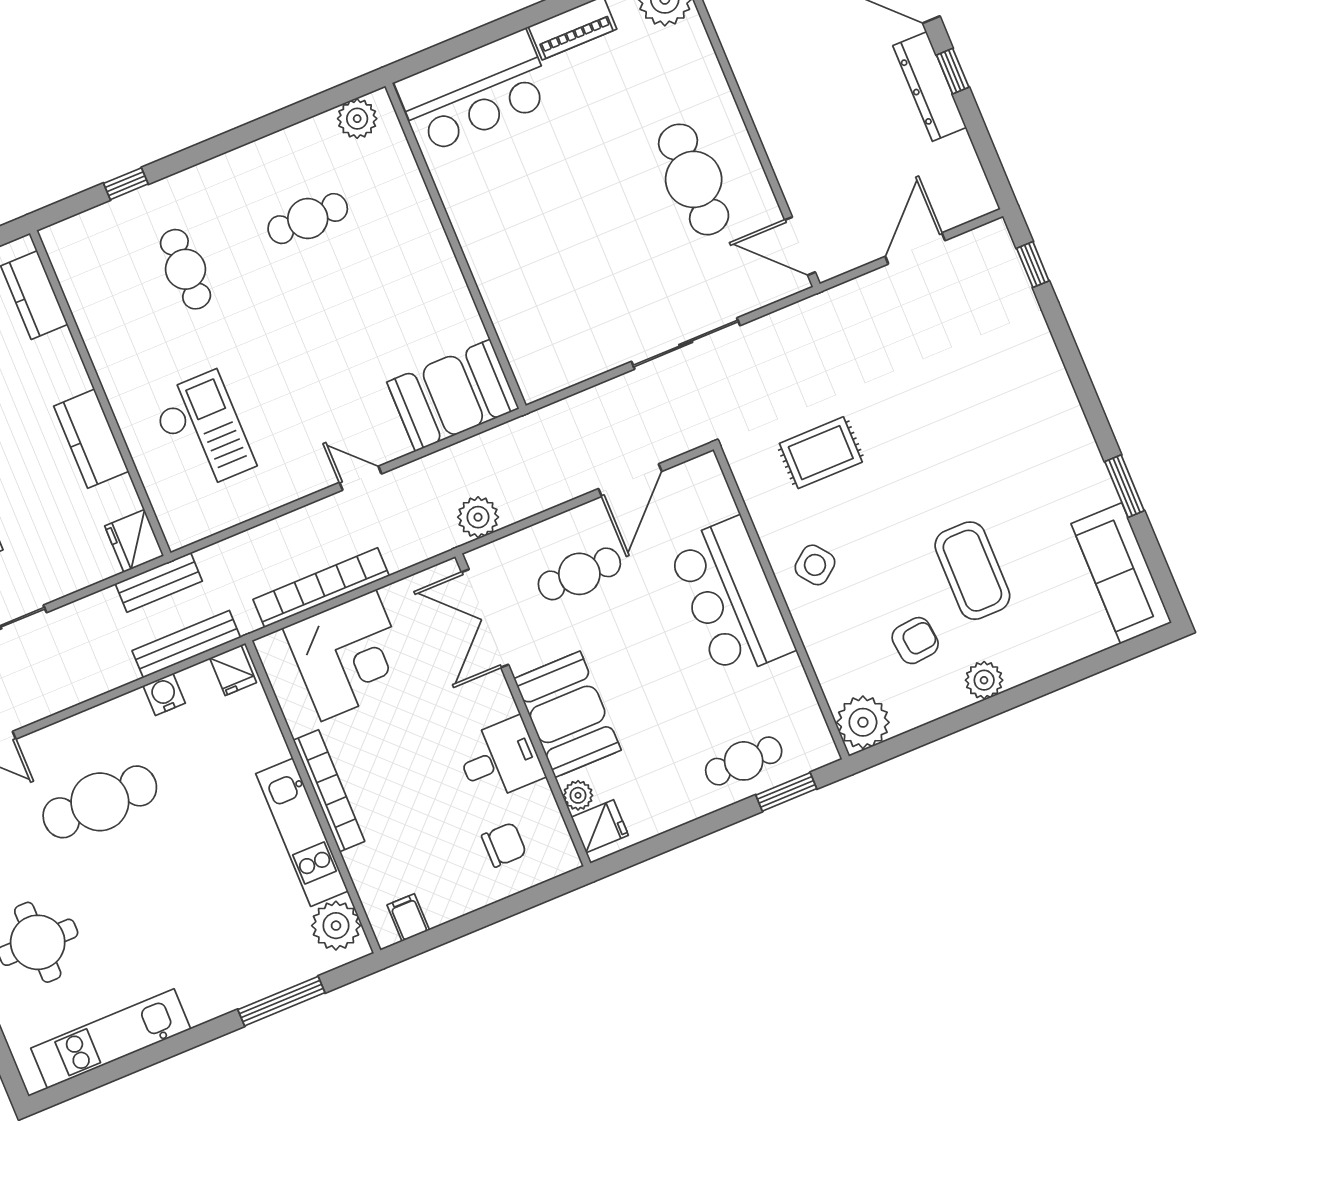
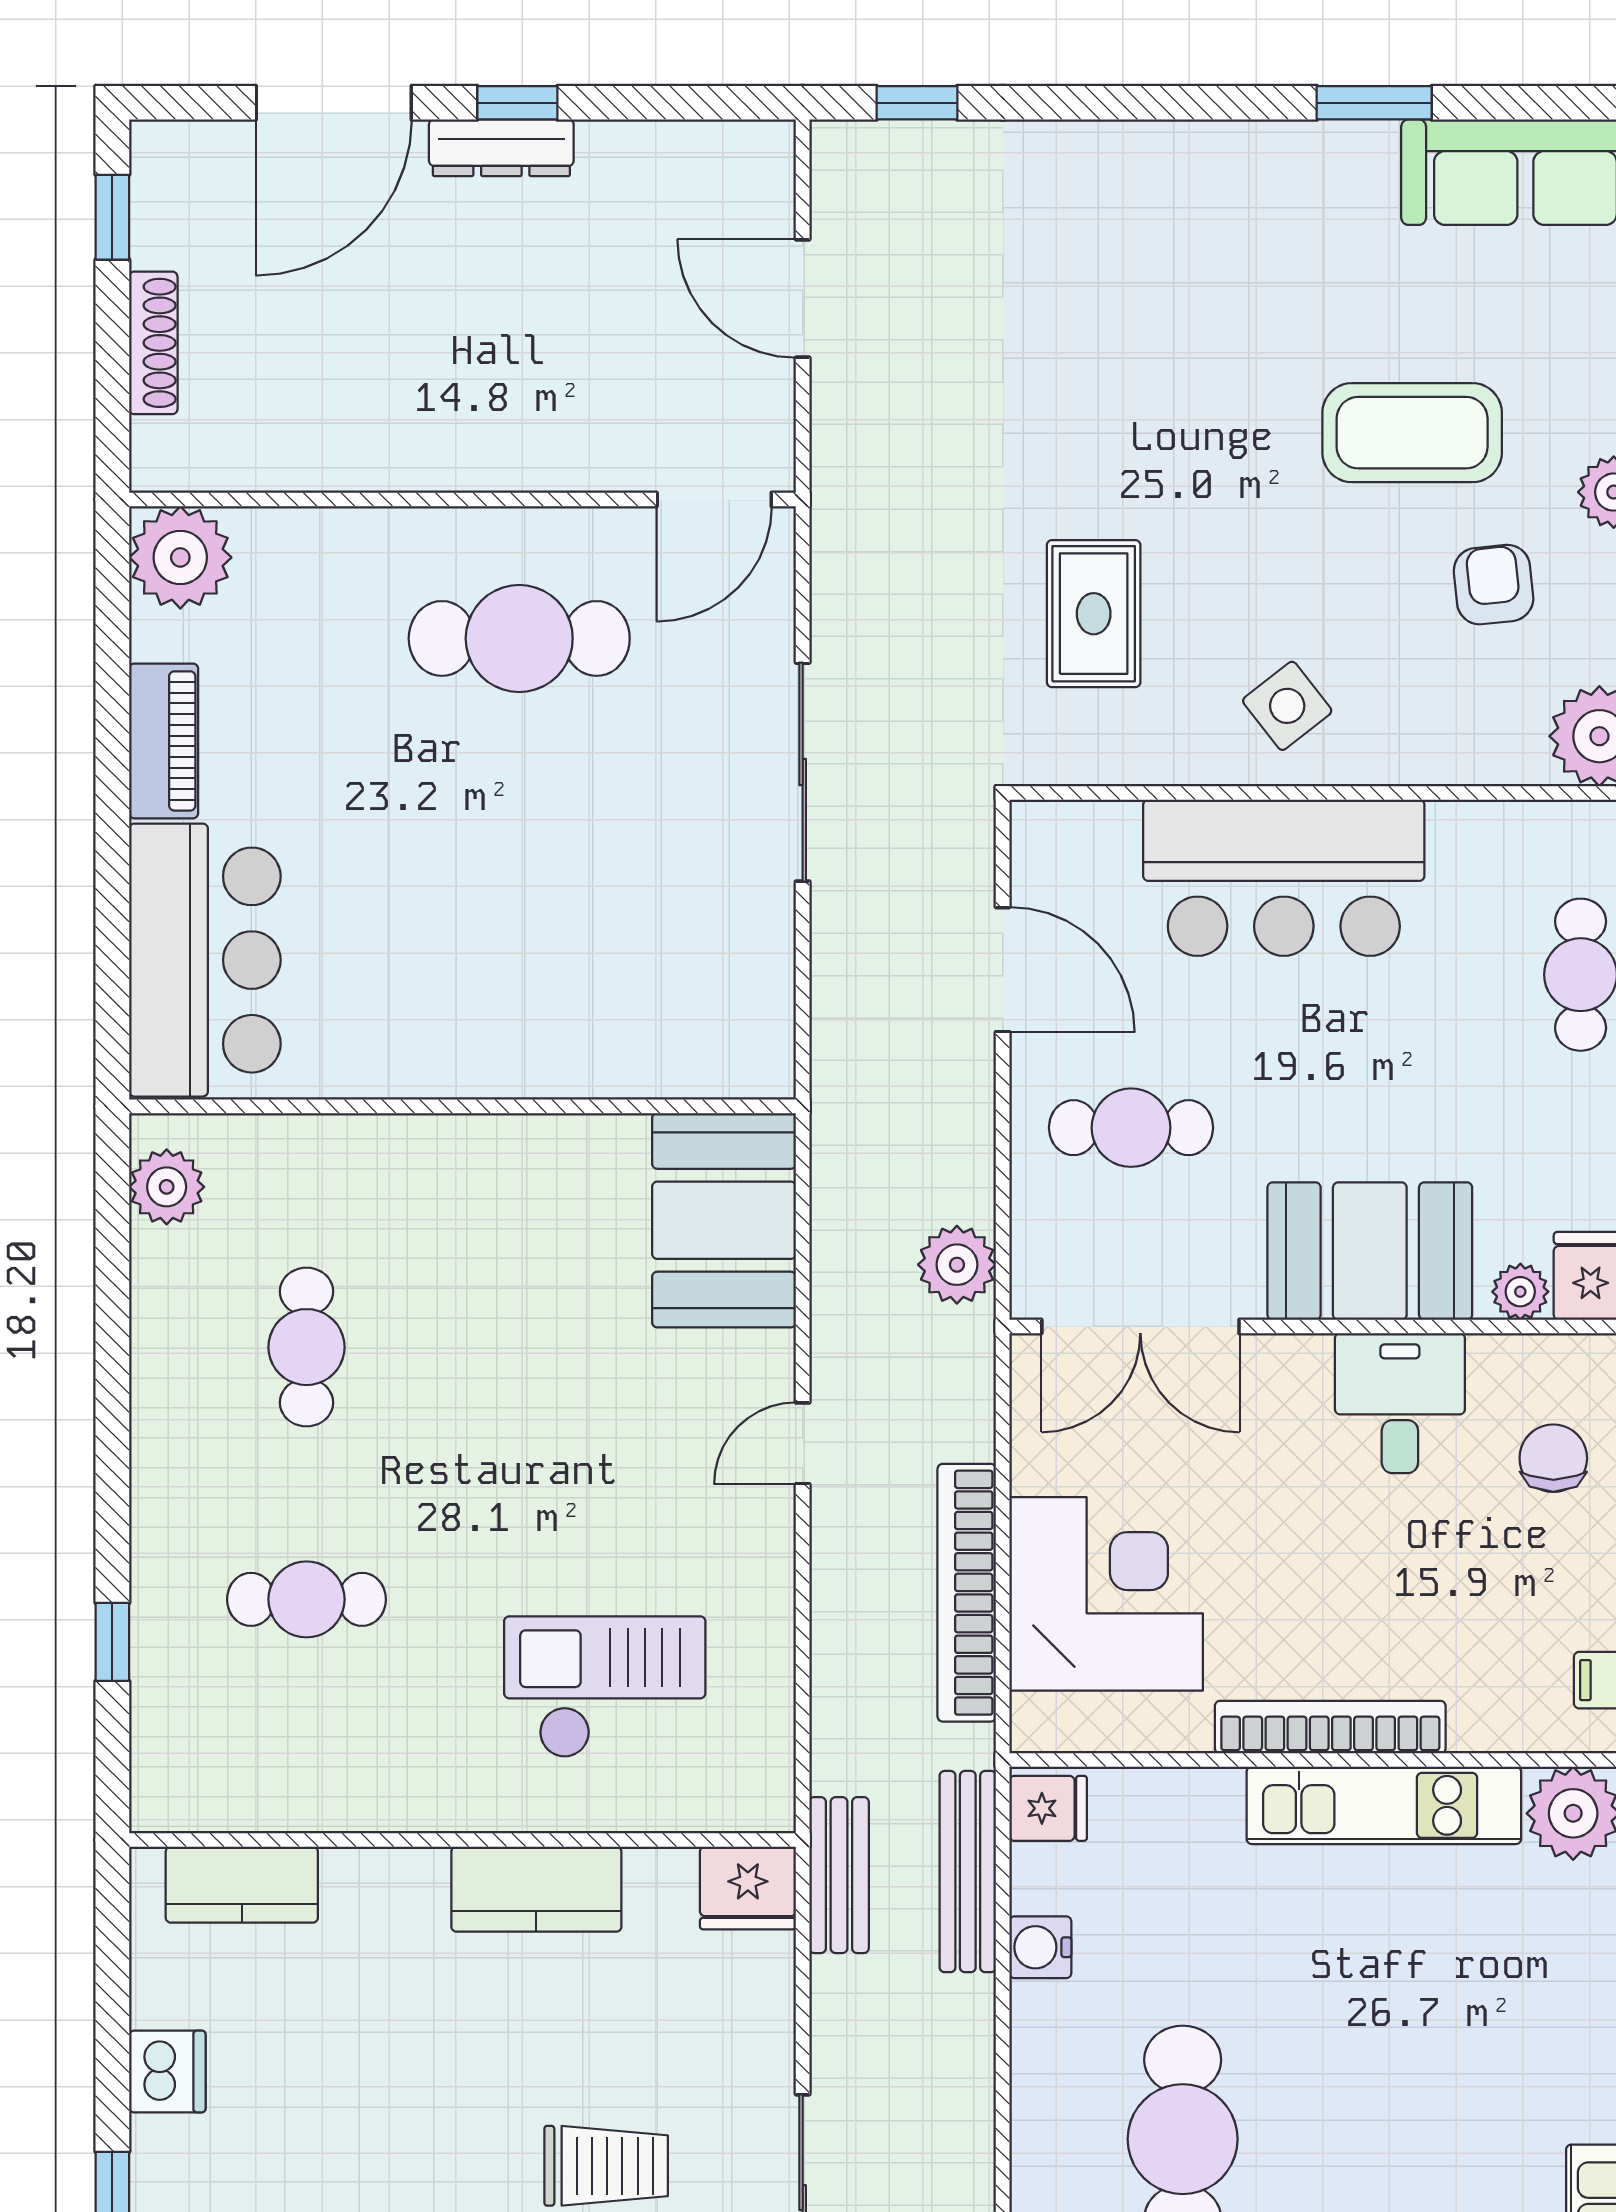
dresser: (930, 87) -> (501, 148), width x0.73, depth x0.80
cafe table: (579, 574) -> (1131, 1128), turned 90

